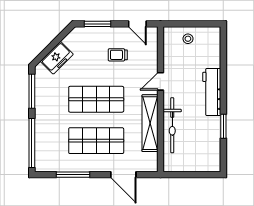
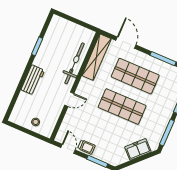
trolley: (118, 55) -> (87, 147), moved
workbench: (212, 92) -> (33, 80), width x0.73
shelving: (150, 123) -> (97, 57), moved

